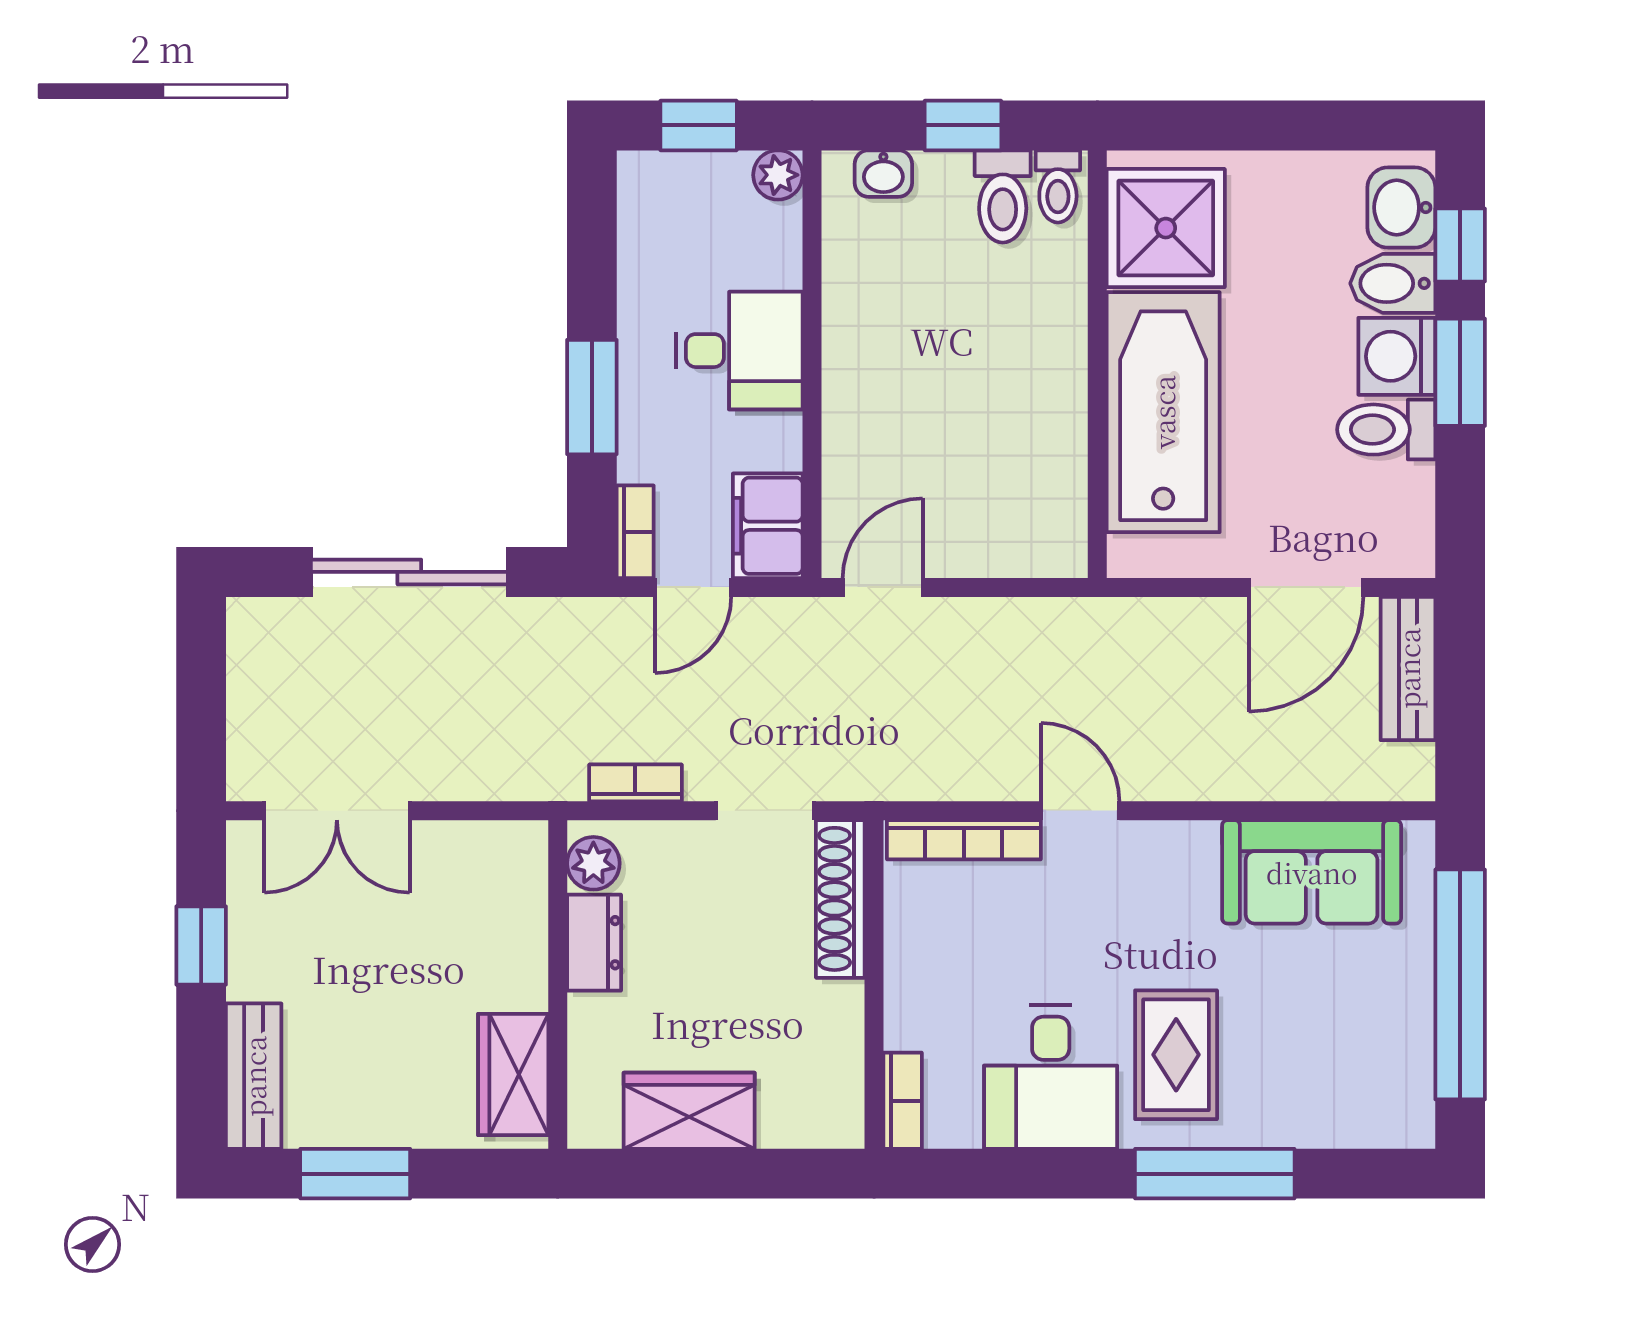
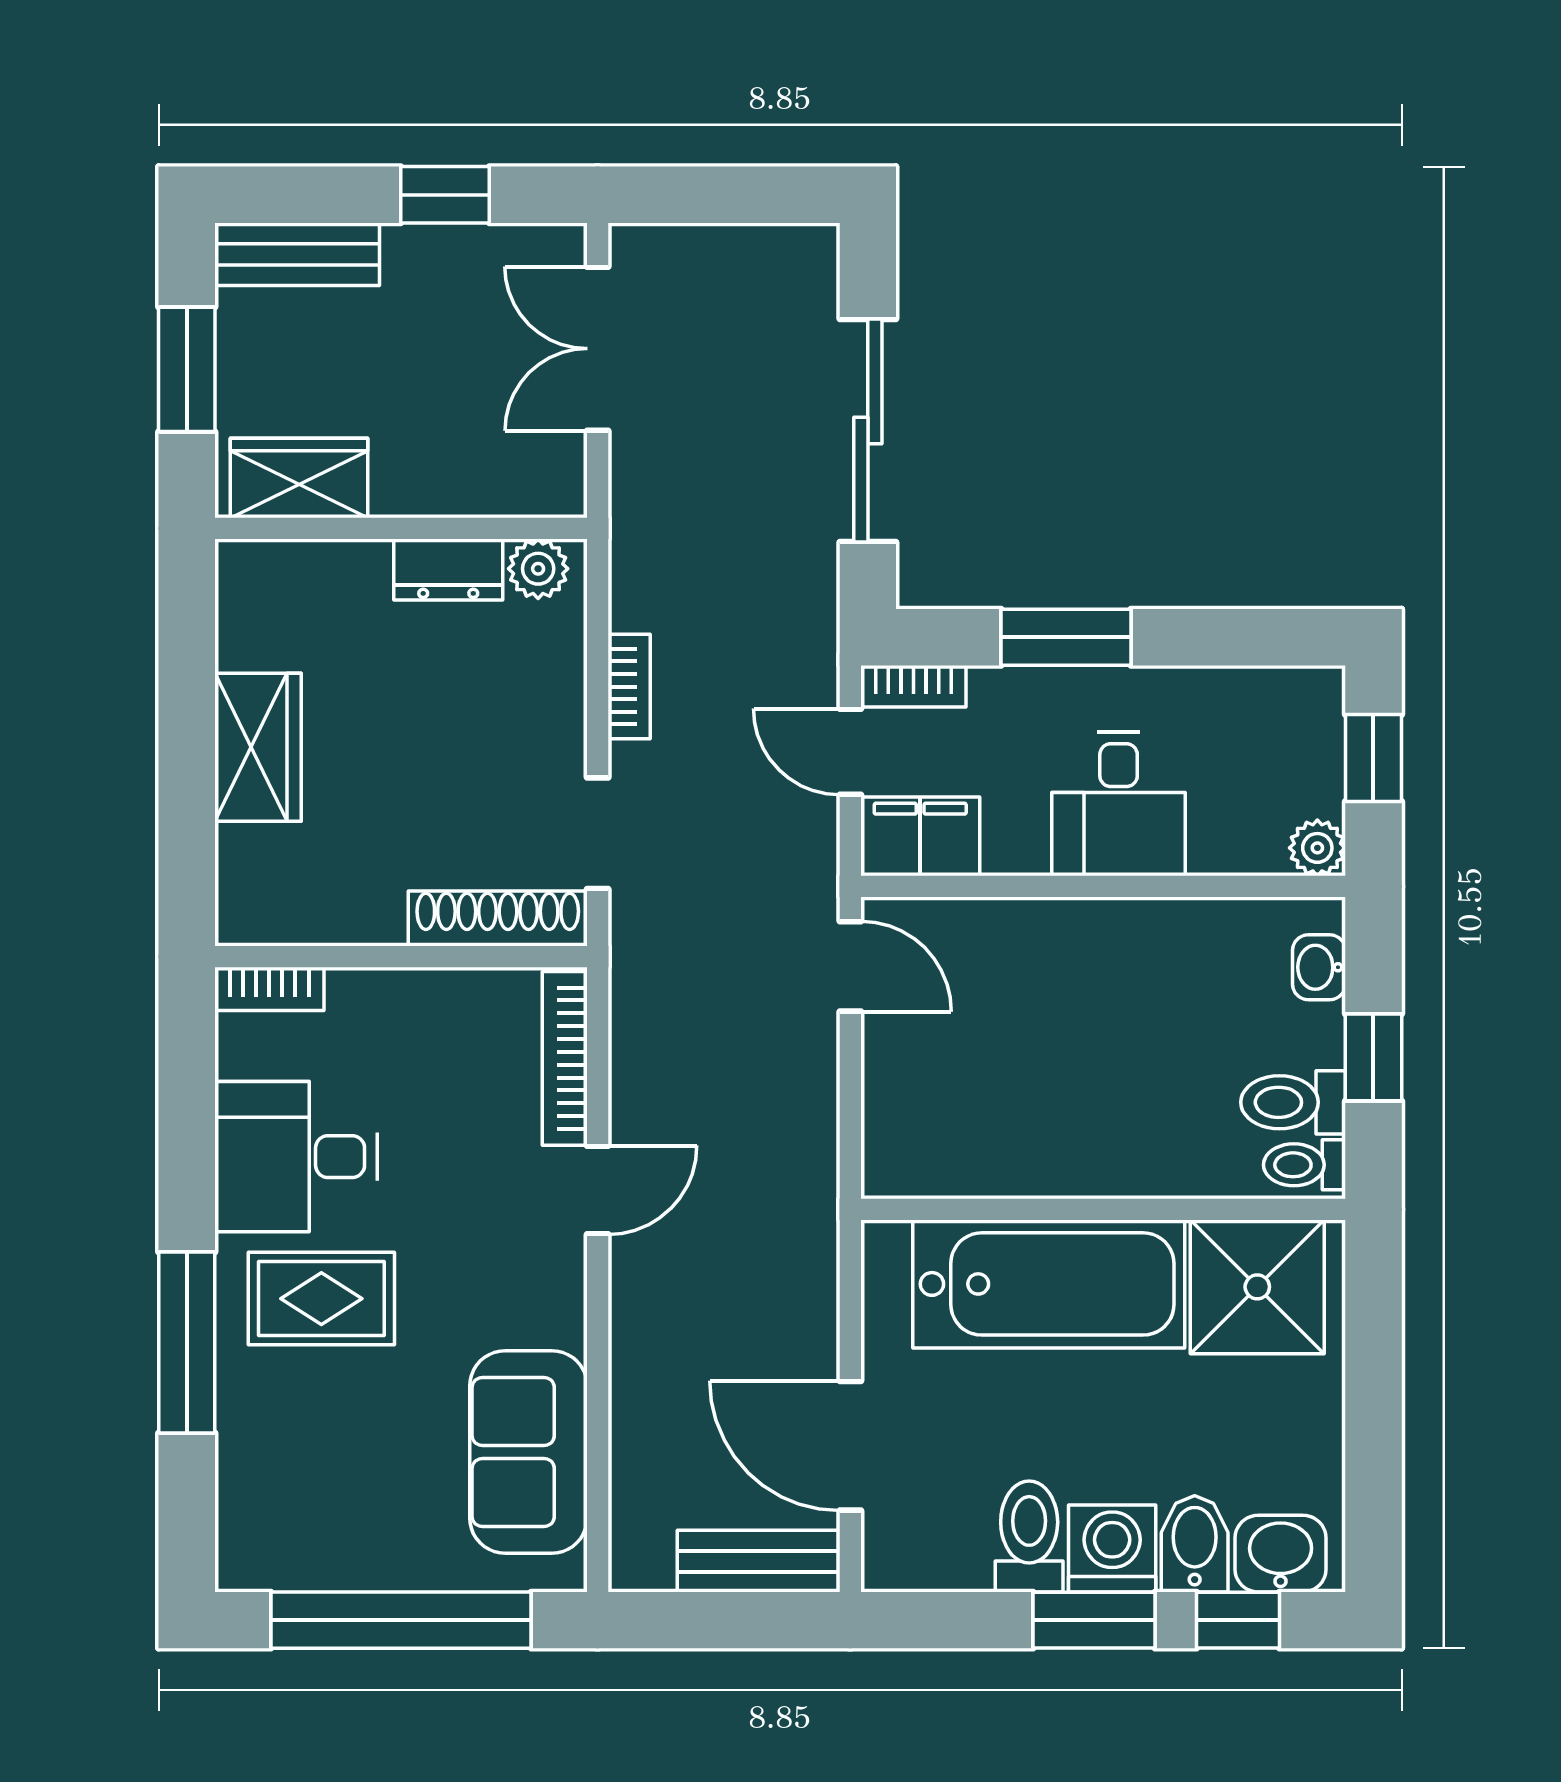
plant: (593, 863) -> (538, 569), moved
dresser: (594, 943) -> (448, 569), moved
wall: (558, 984) -> (401, 528), moved
wardrobe: (513, 1075) -> (299, 478), moved

